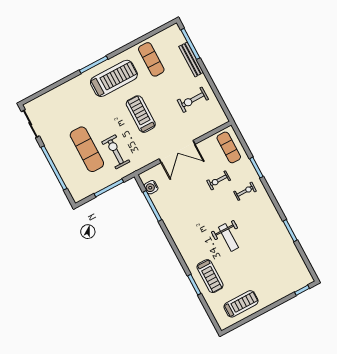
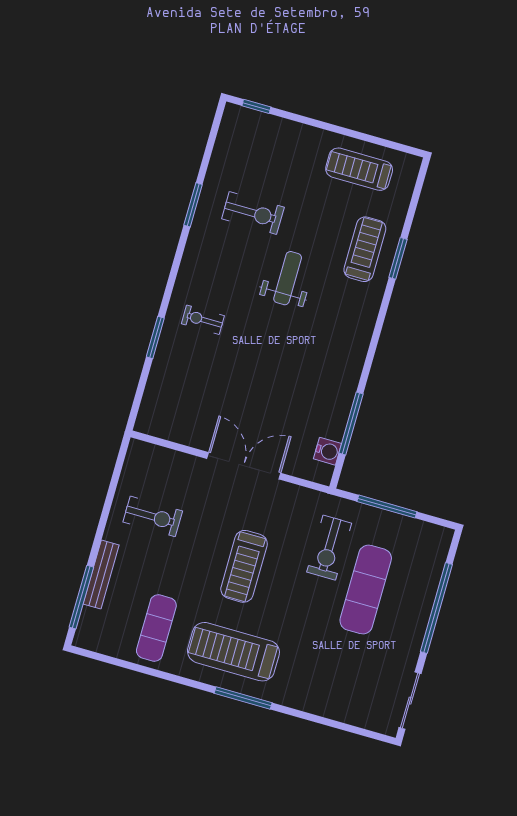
exercise mat: (229, 147) -> (167, 402), removed
exercise bike: (219, 180) -> (253, 213), moved, width x1.38, depth x1.39

